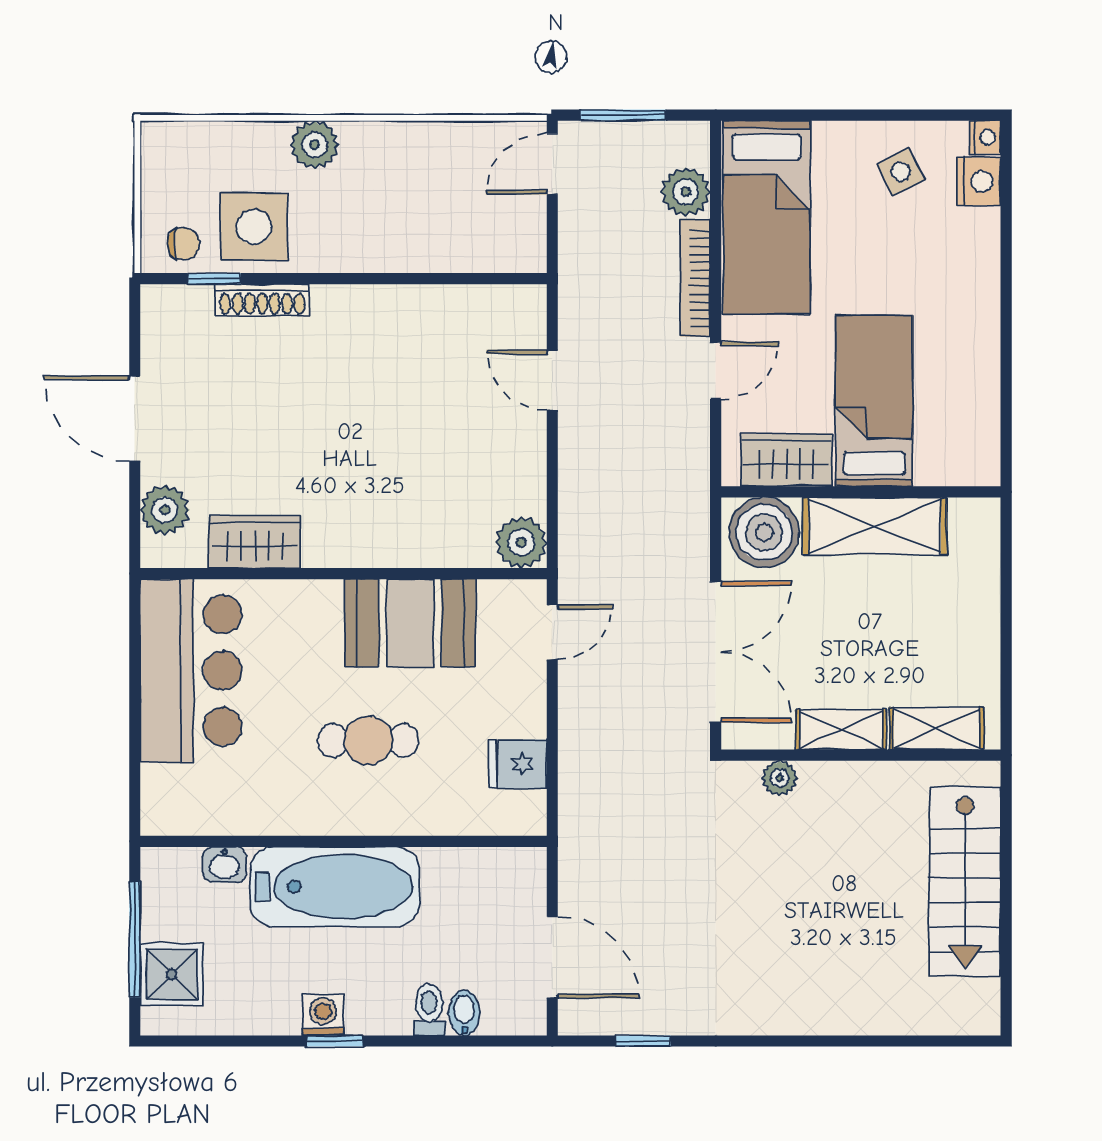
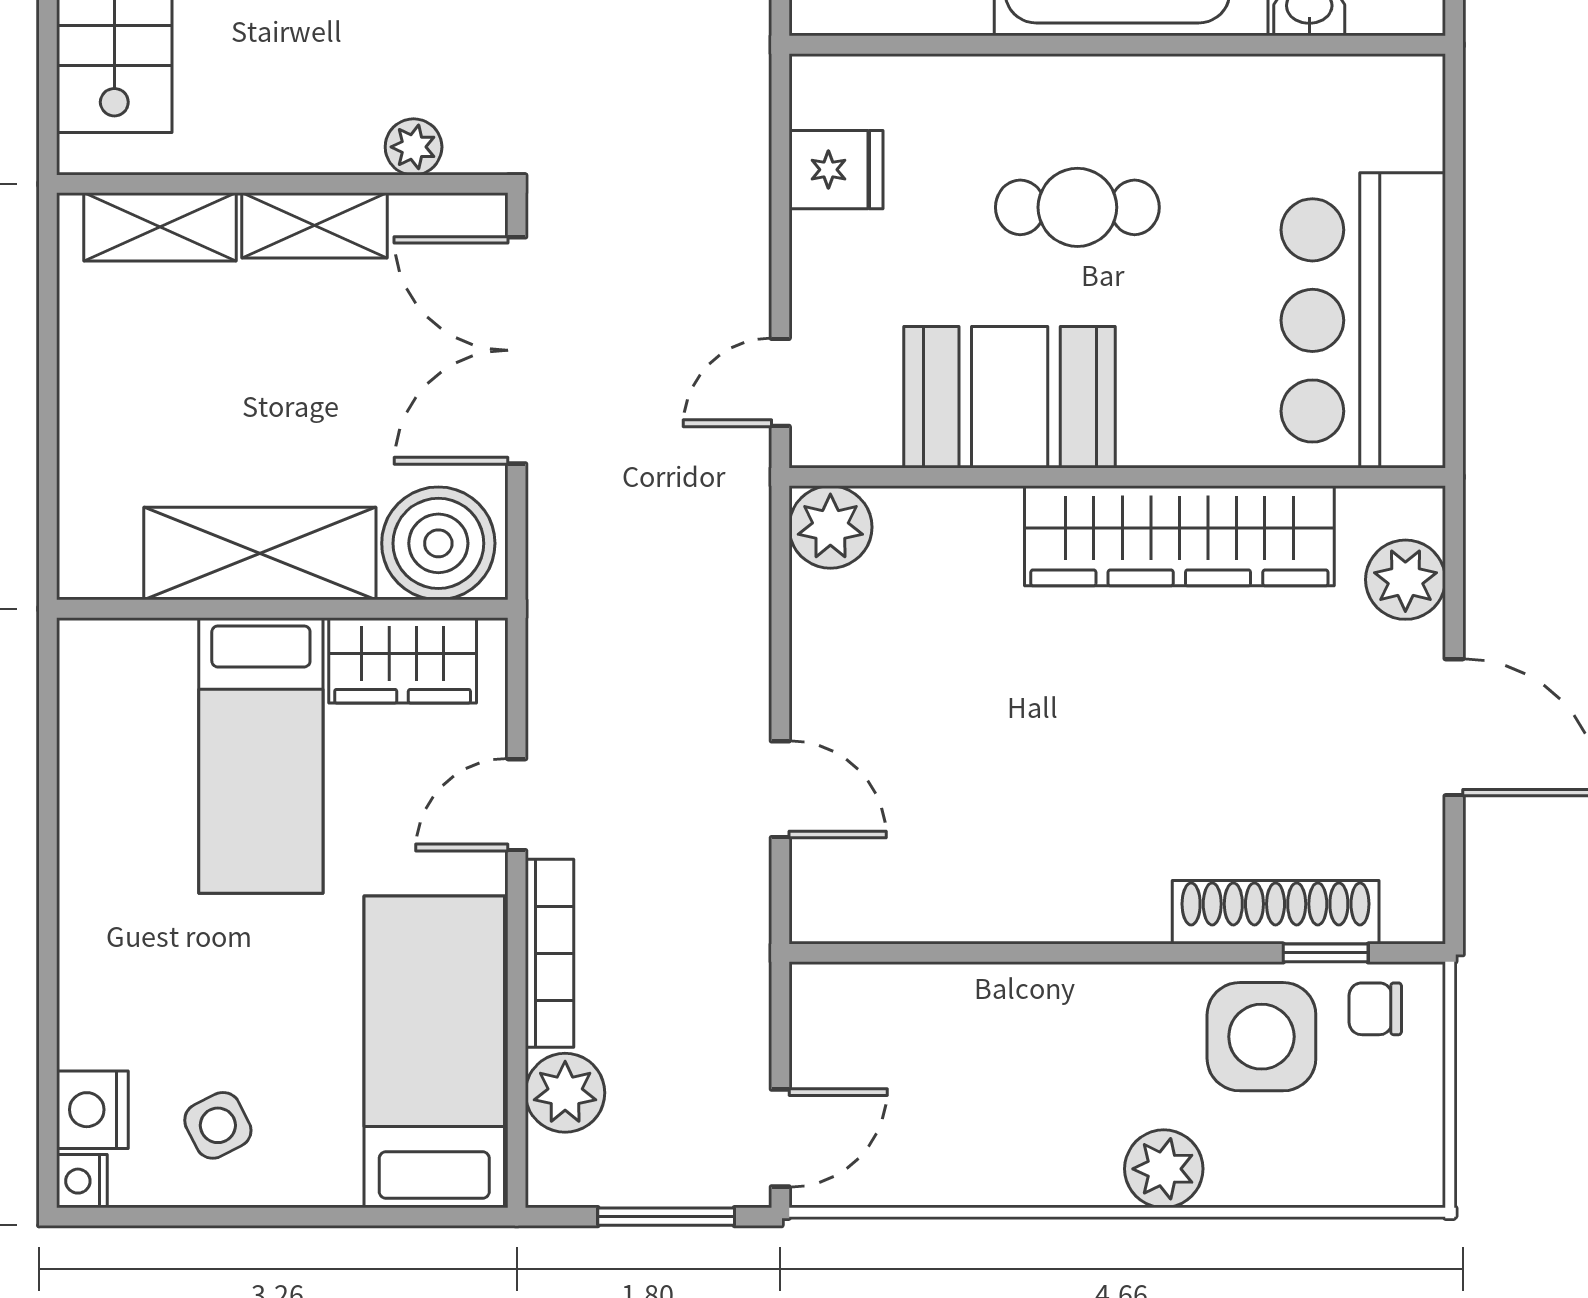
shoe rack: (262, 300) -> (1276, 912), width x1.36, depth x1.24
wardrobe: (255, 542) -> (1179, 536), width x2.10, depth x1.17

